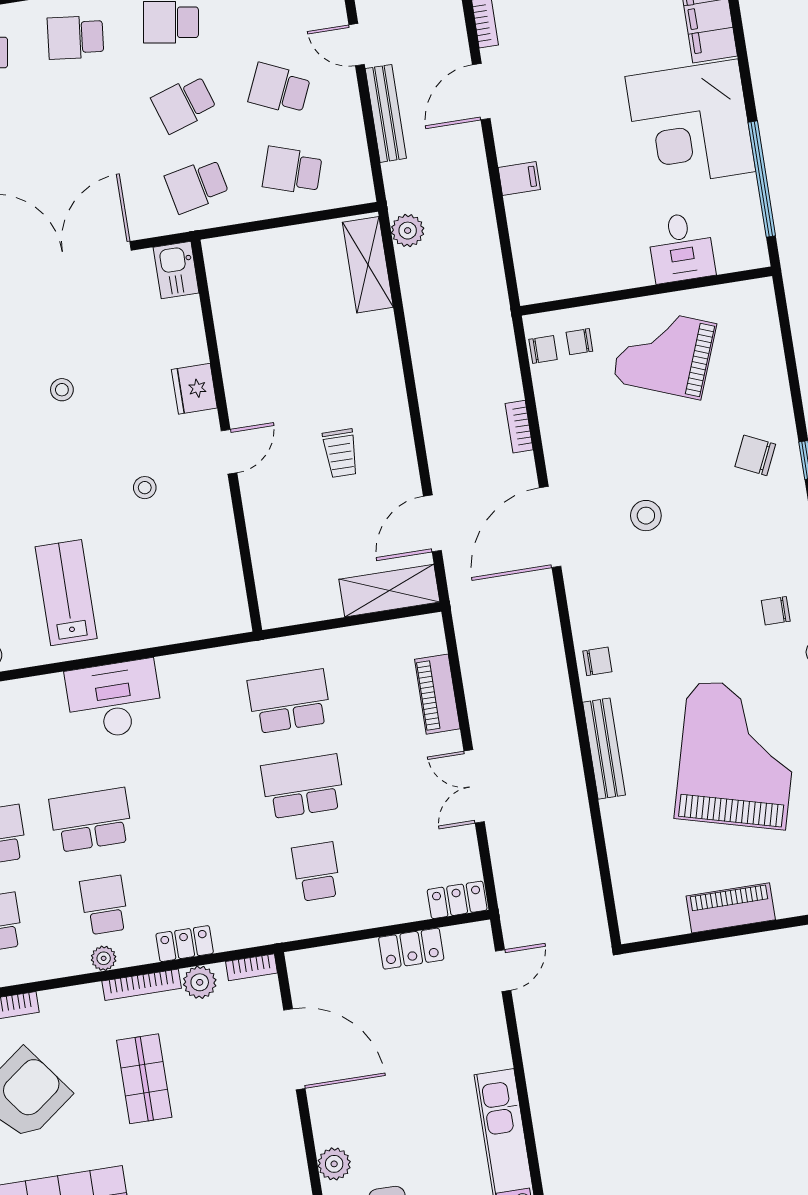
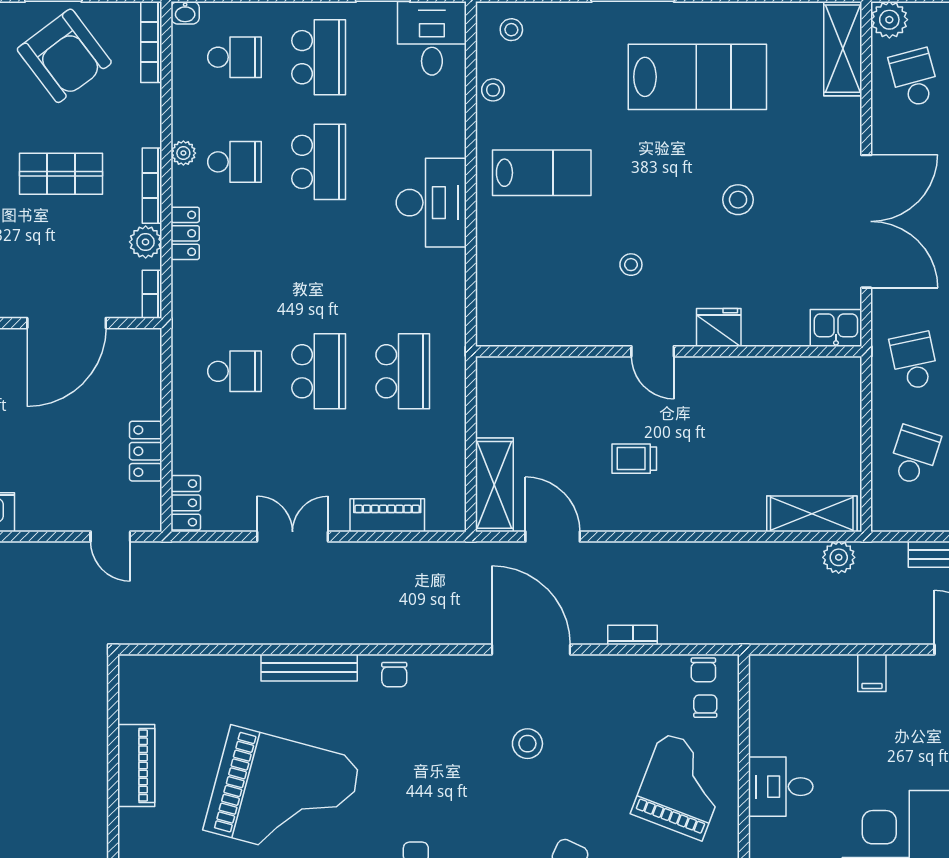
desk: (681, 247) -> (781, 787), moved
stool: (62, 390) -> (738, 200), width x1.37, depth x1.37

